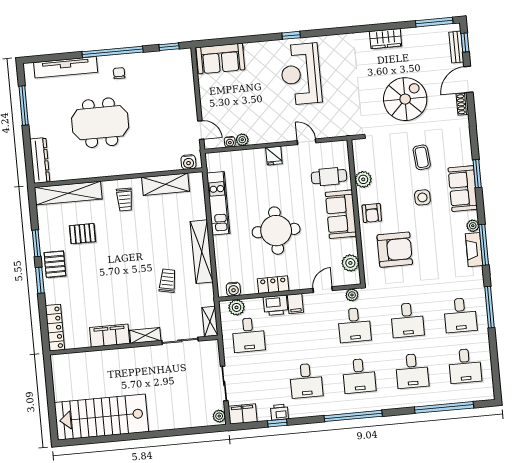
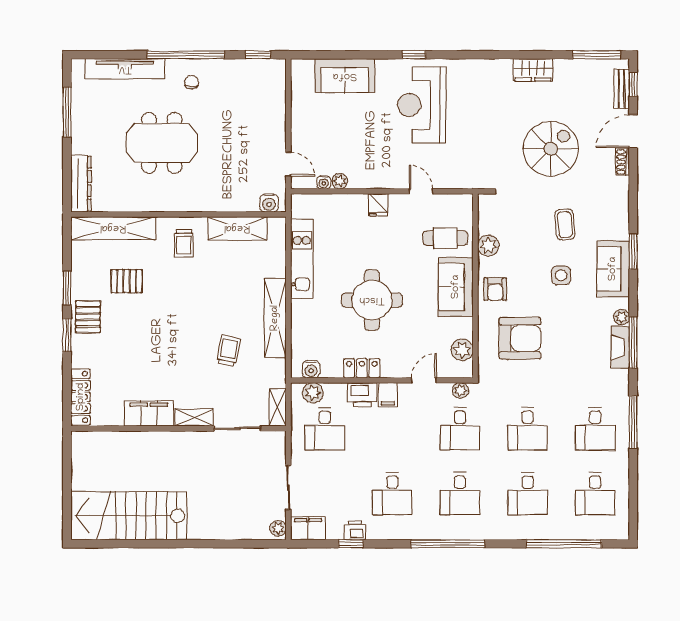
sofa: (220, 58) -> (345, 76), moved

